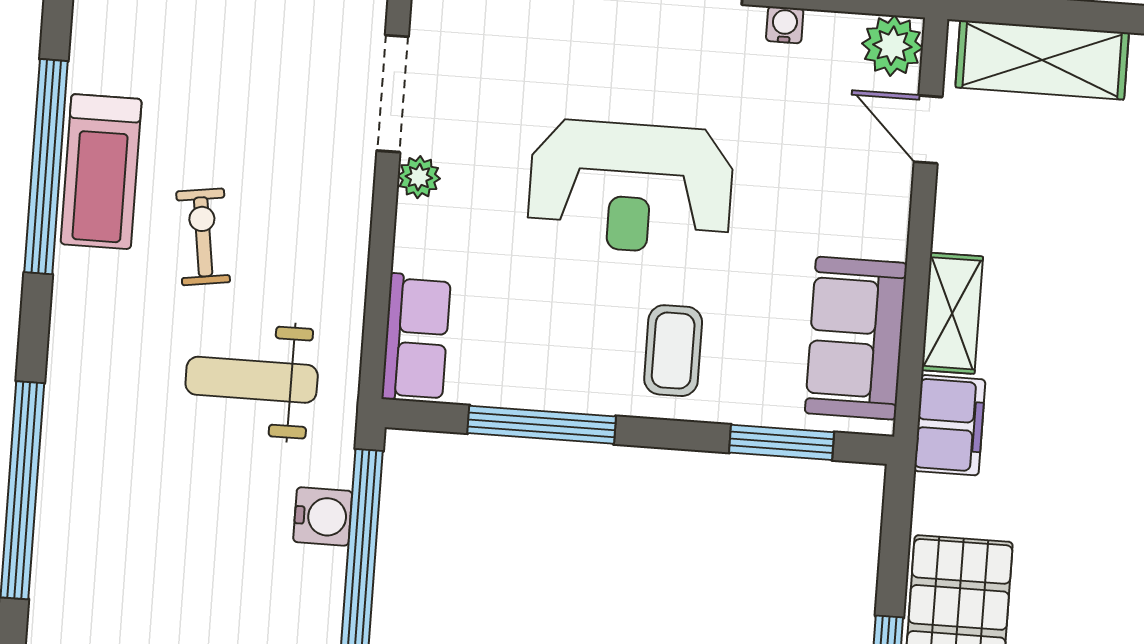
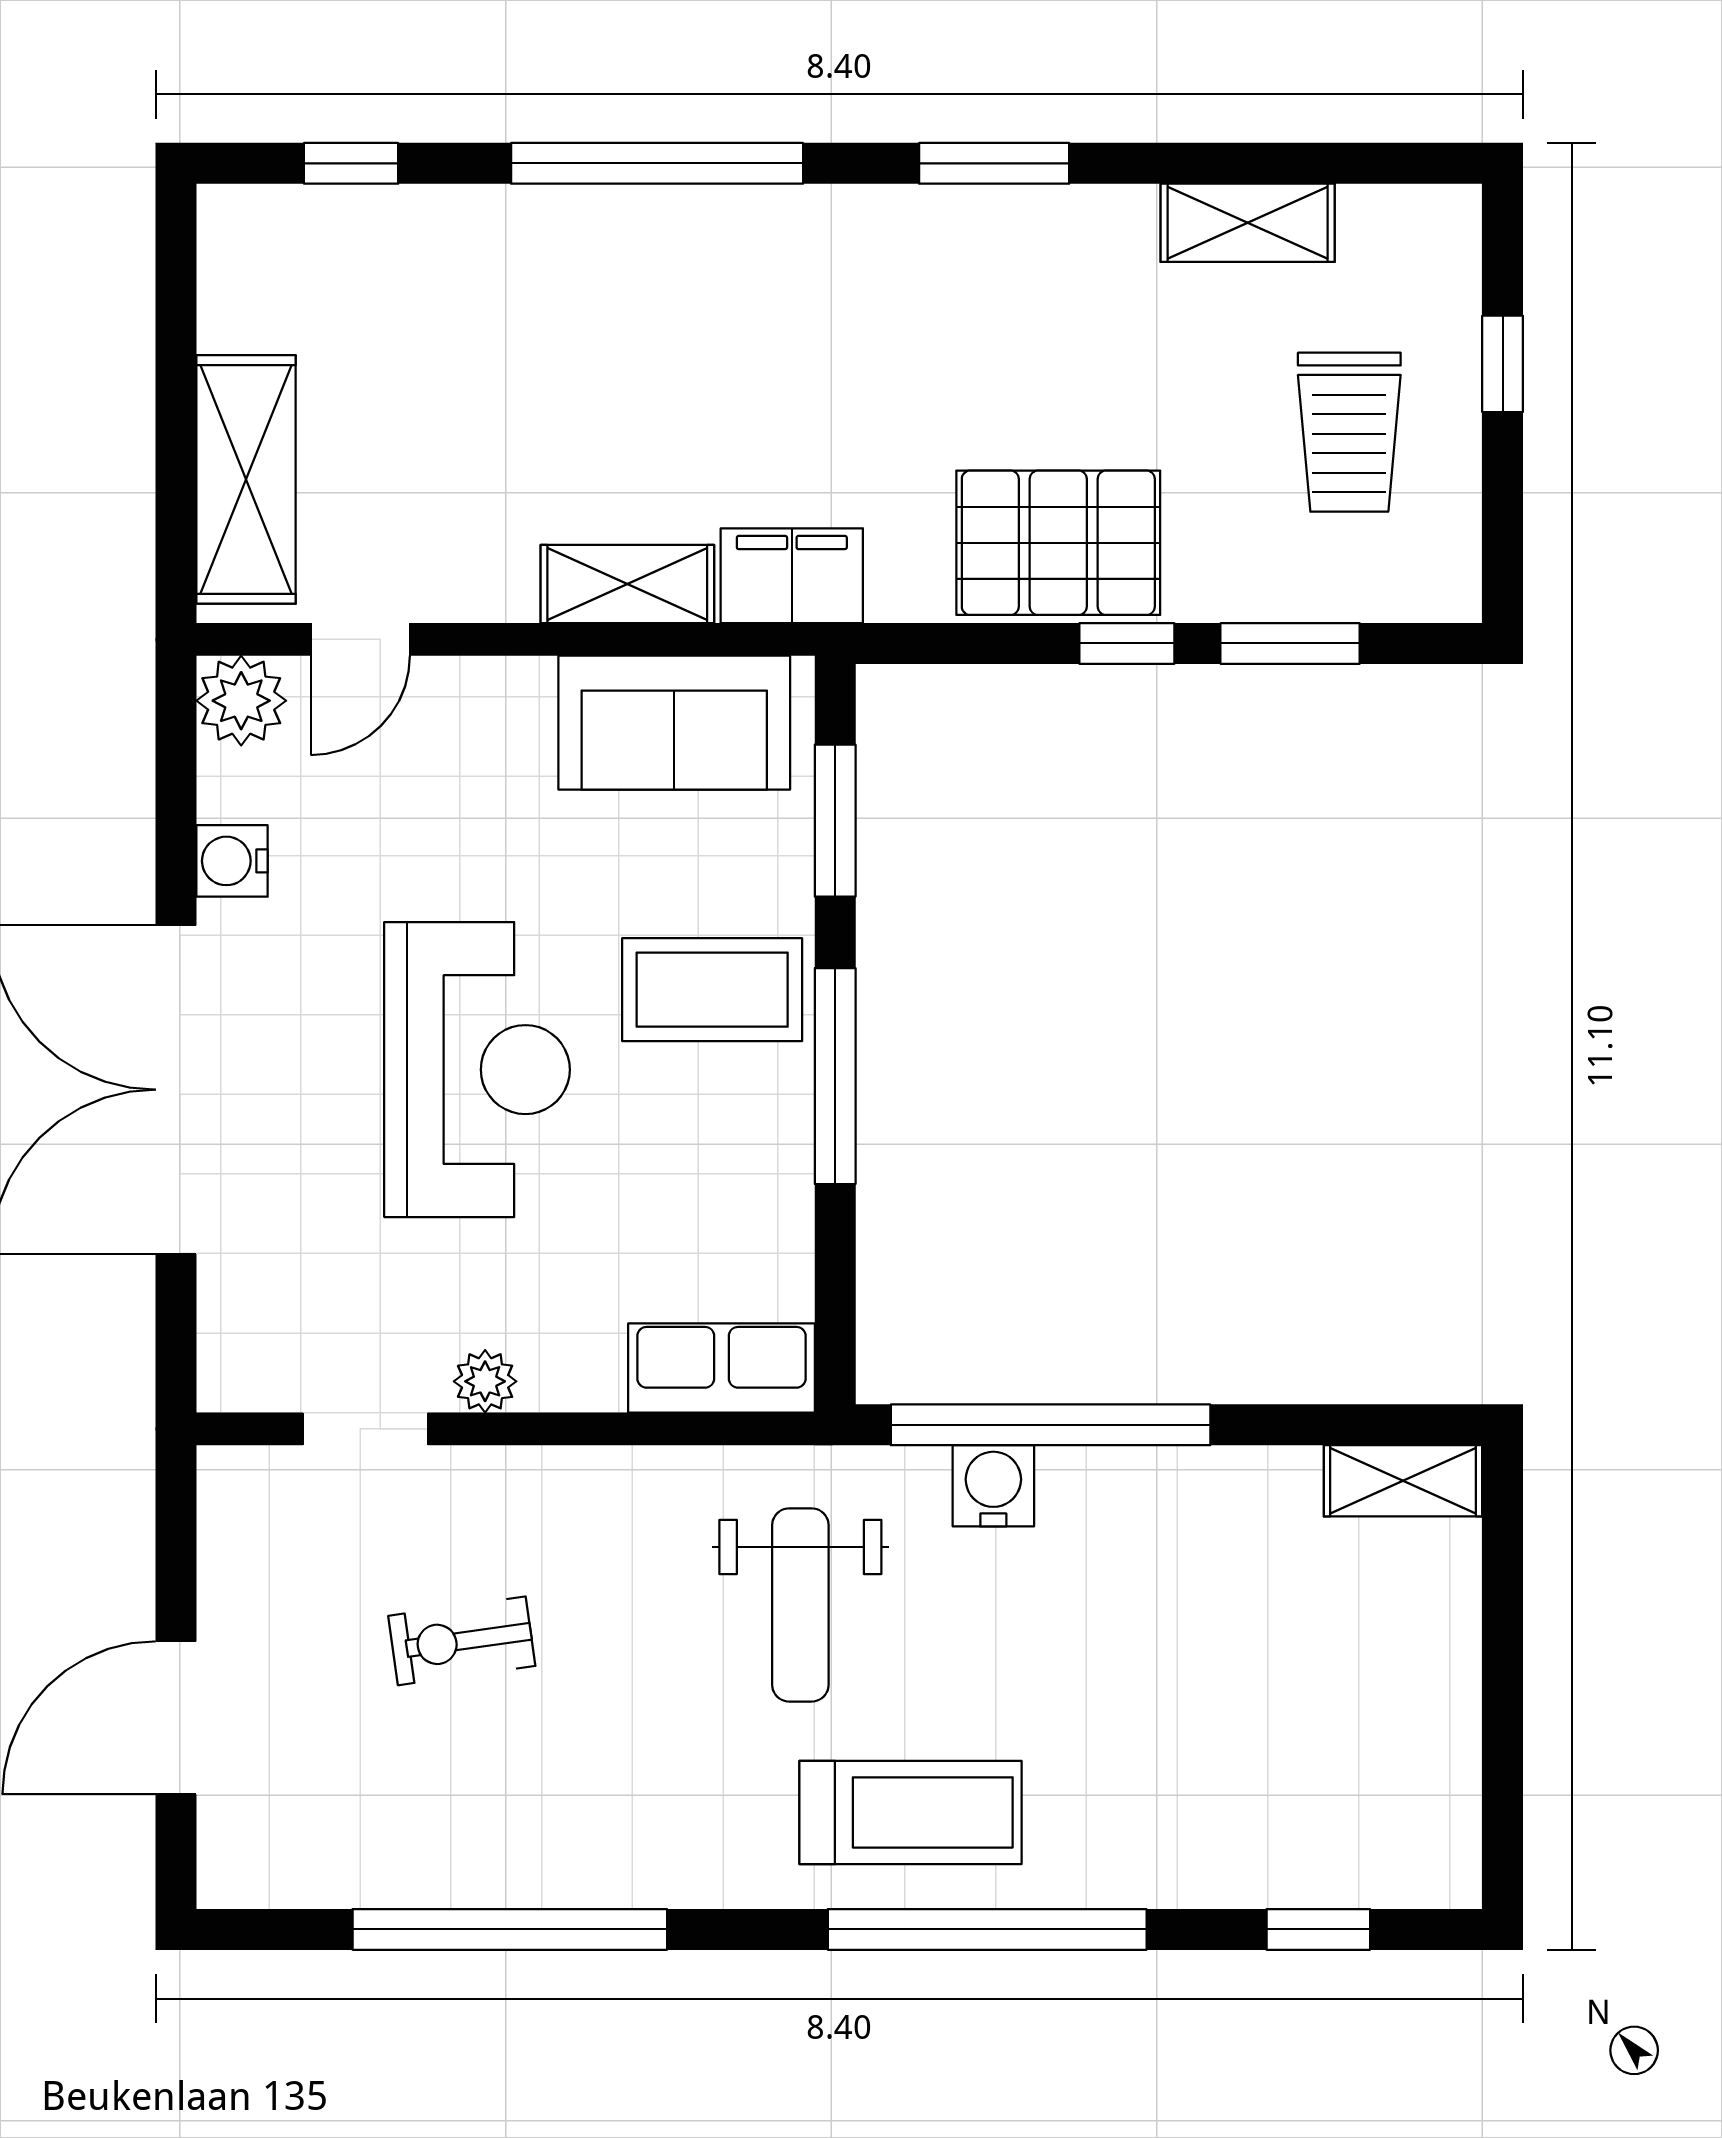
water cooler: (785, 25) -> (232, 861), width x1.38, depth x1.38
doorway: (393, 94) -> (365, 1429), width x0.73
treadmill: (101, 172) -> (910, 1812), moved
exercise bike: (203, 237) -> (462, 1641), moved
coffee table: (673, 351) -> (712, 990), width x1.36, depth x1.30
window: (542, 425) -> (835, 1076), moved

